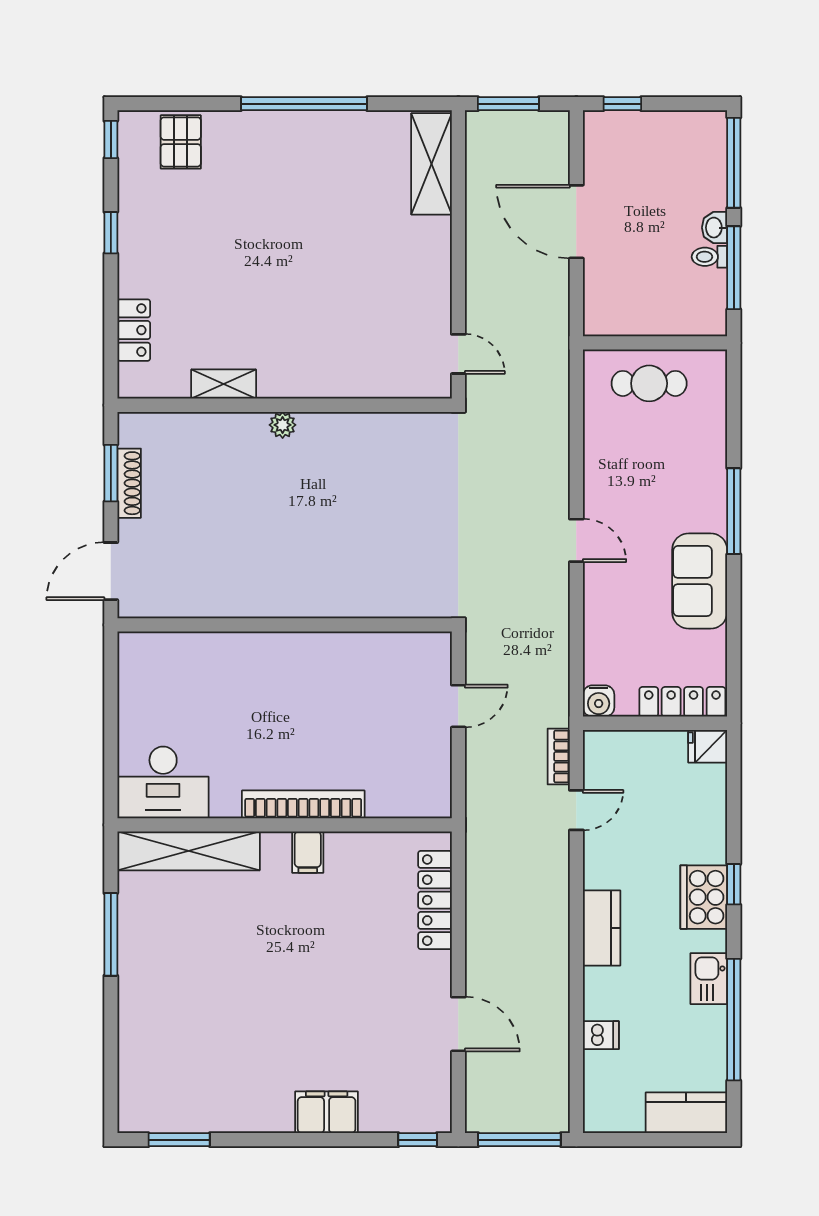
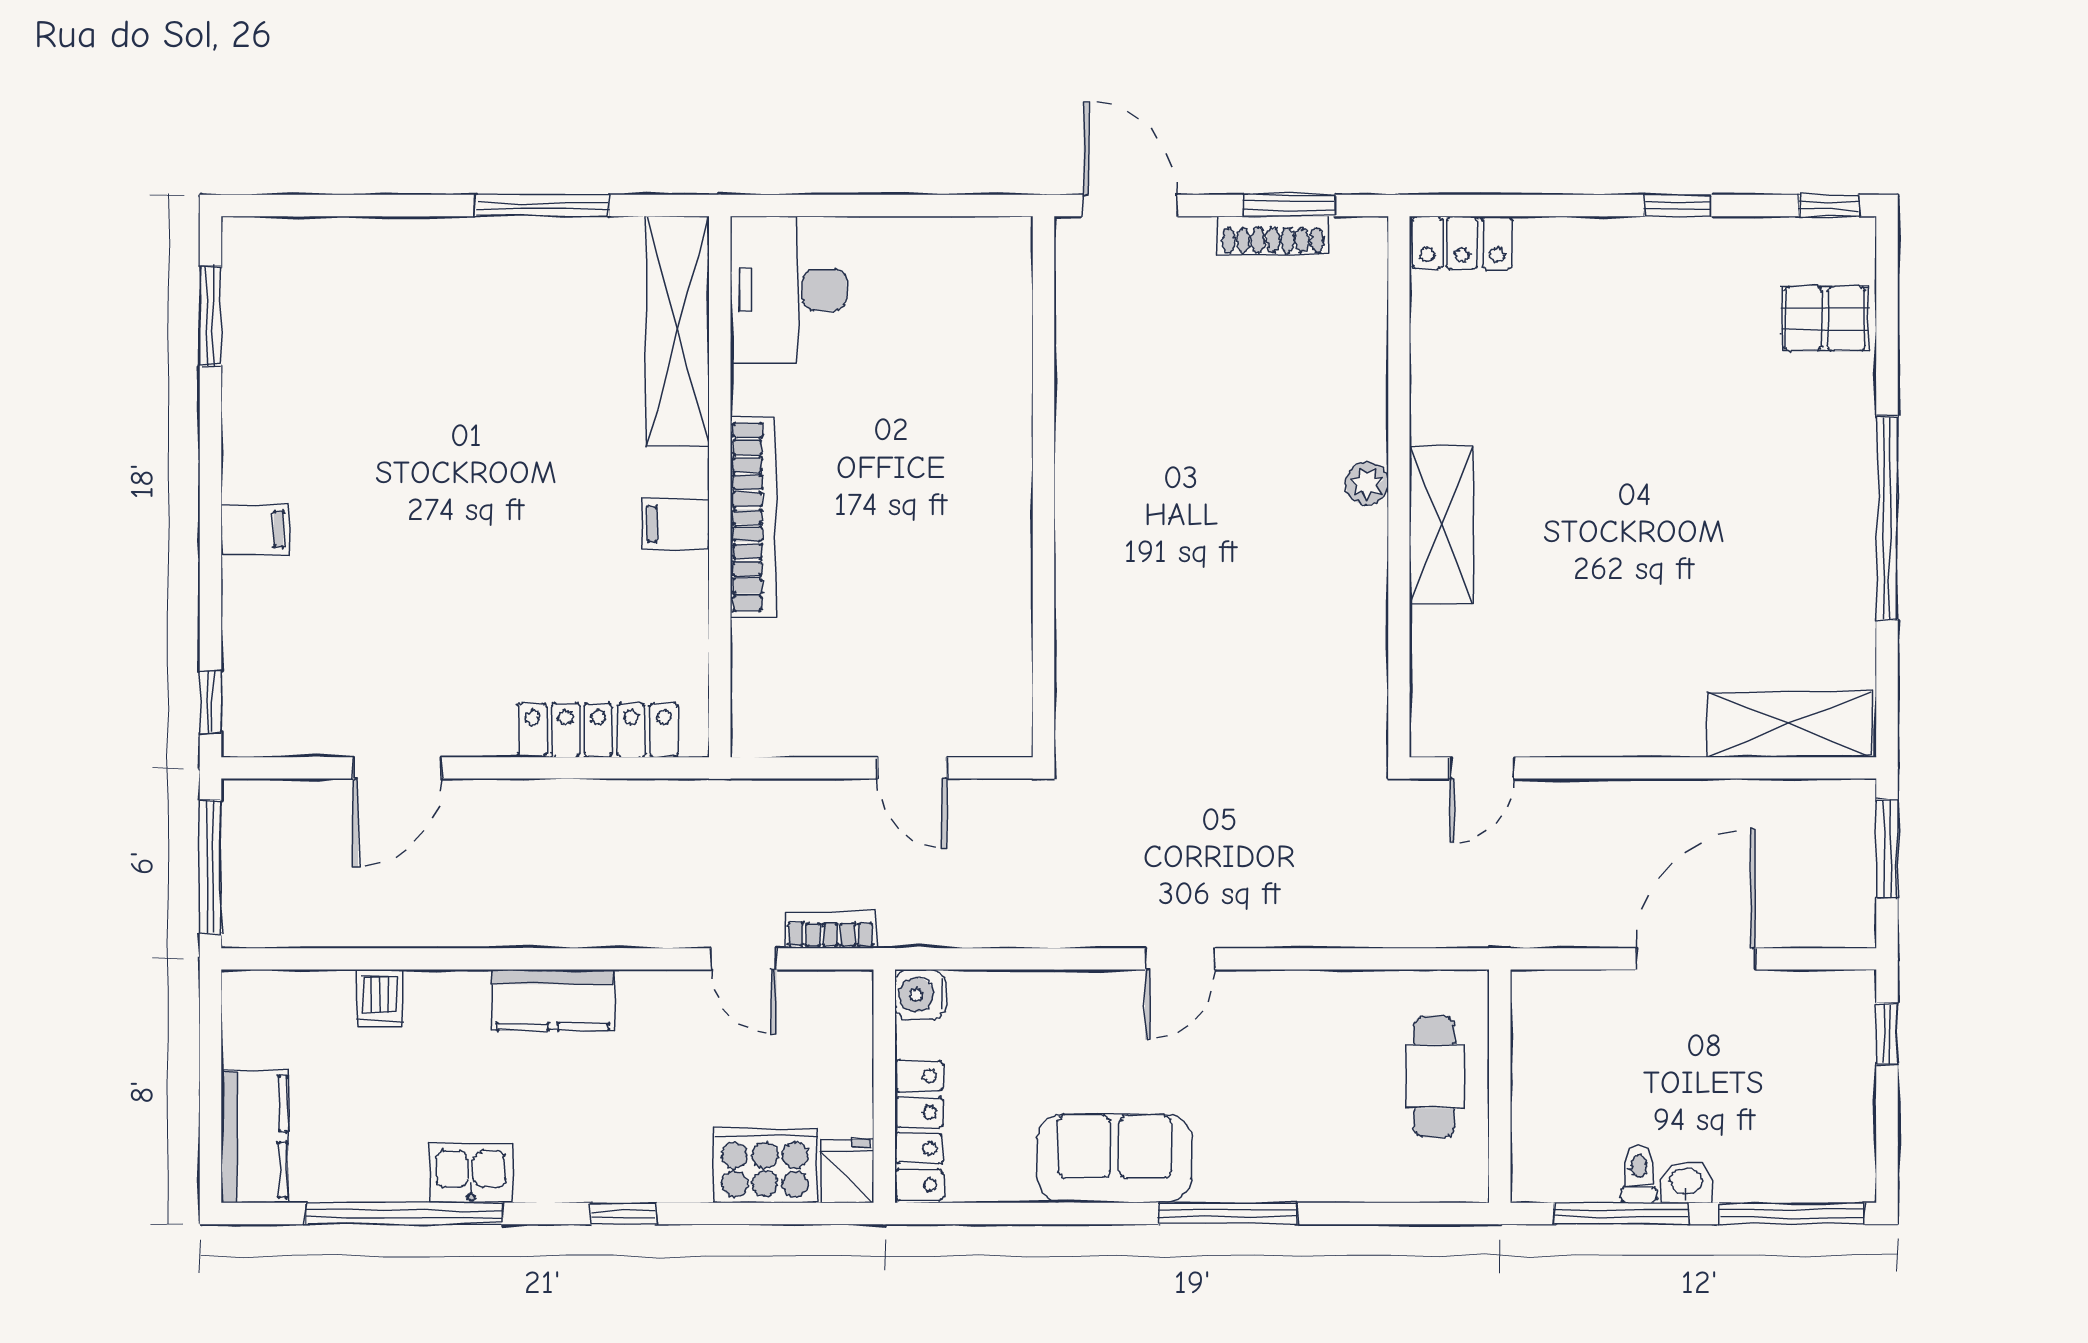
locker: (134, 330) -> (1462, 243), moved
shelving: (224, 384) -> (1441, 525), moved, width x1.50, depth x1.33
cooker: (704, 897) -> (765, 1165), moved
filing cabinet: (327, 1112) -> (255, 529), width x0.50

